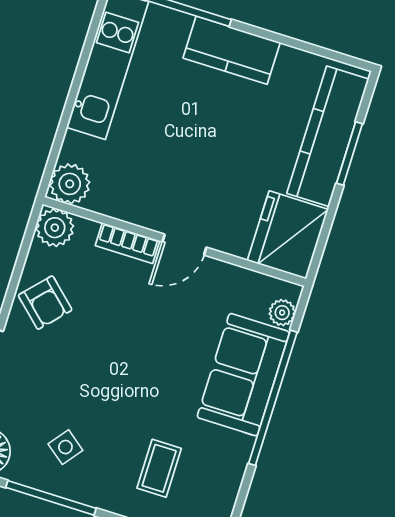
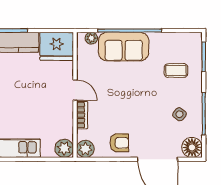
armchair: (45, 303) -> (119, 143), turned 47

